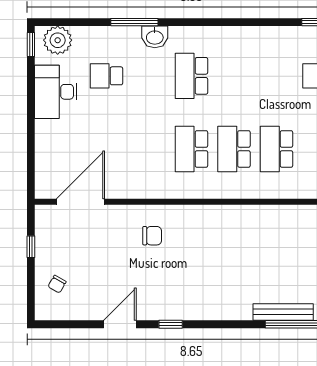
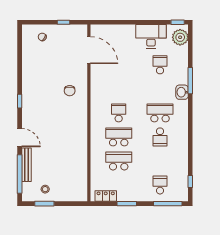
school desk: (234, 76) -> (160, 137), added
school desk: (191, 149) -> (119, 113), width x0.54
door: (120, 324) -> (20, 138), moved

